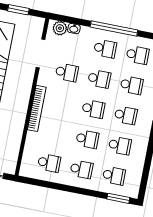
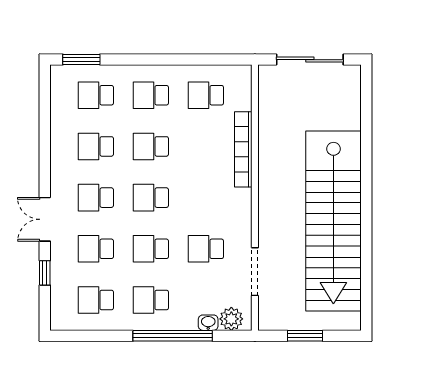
window: (114, 29) -> (173, 336), moved
bookcase: (37, 108) -> (243, 149), moved

